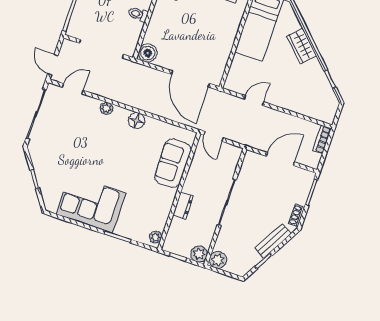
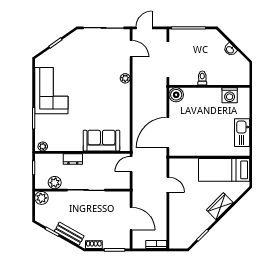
floor lamp: (137, 121) -> (124, 103), removed
plant: (199, 254) -> (55, 183), moved

